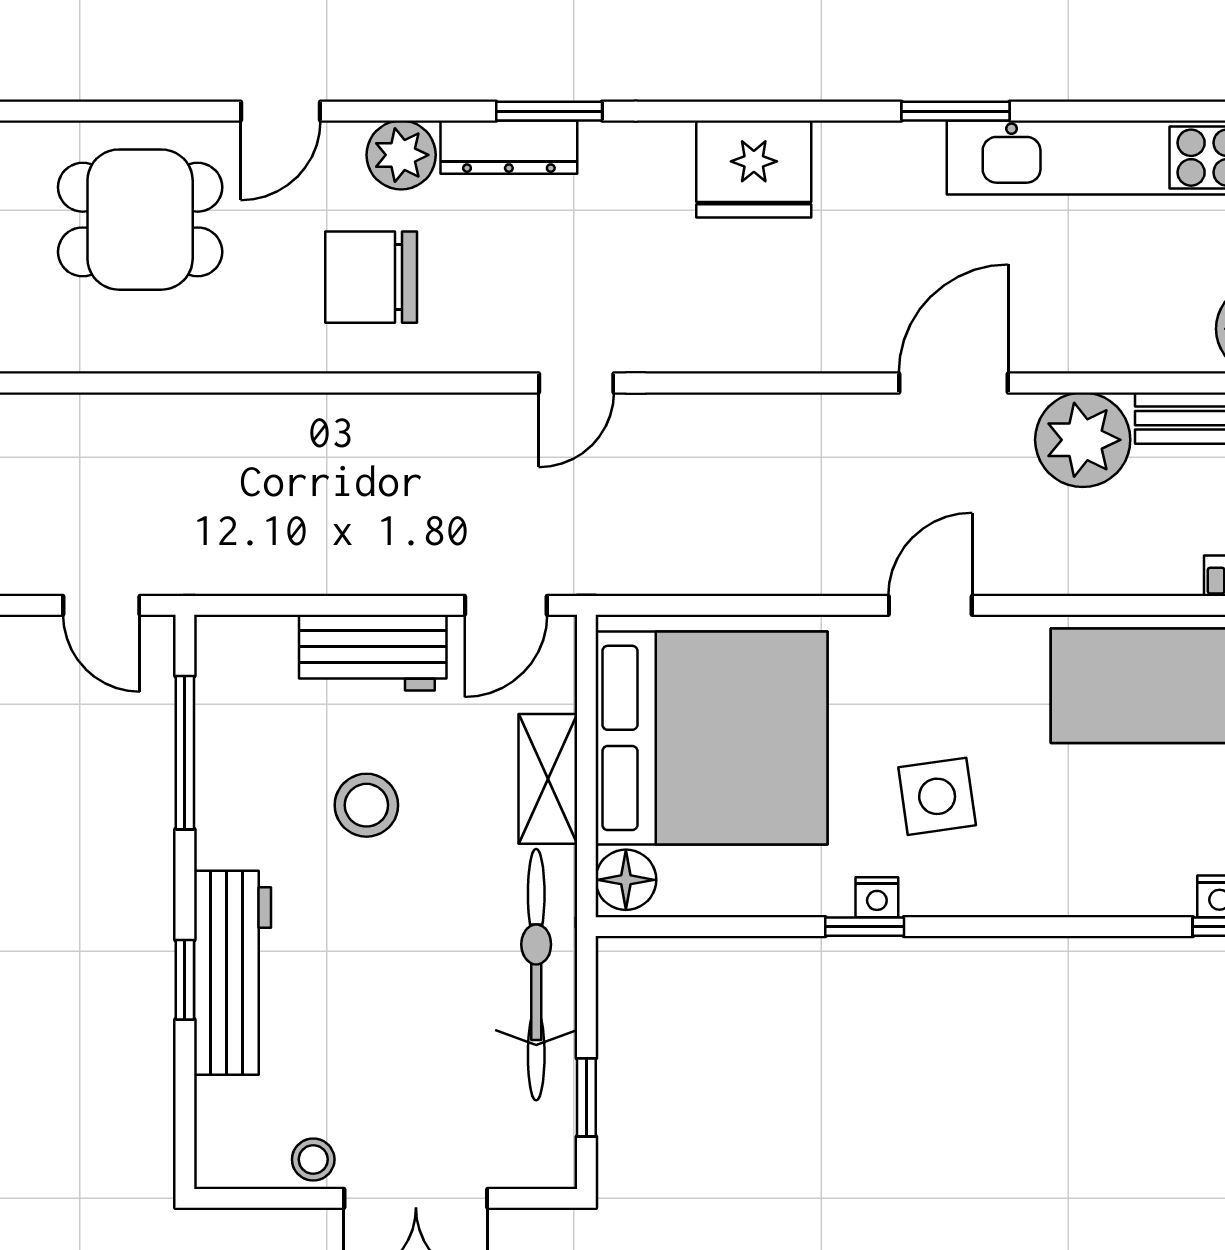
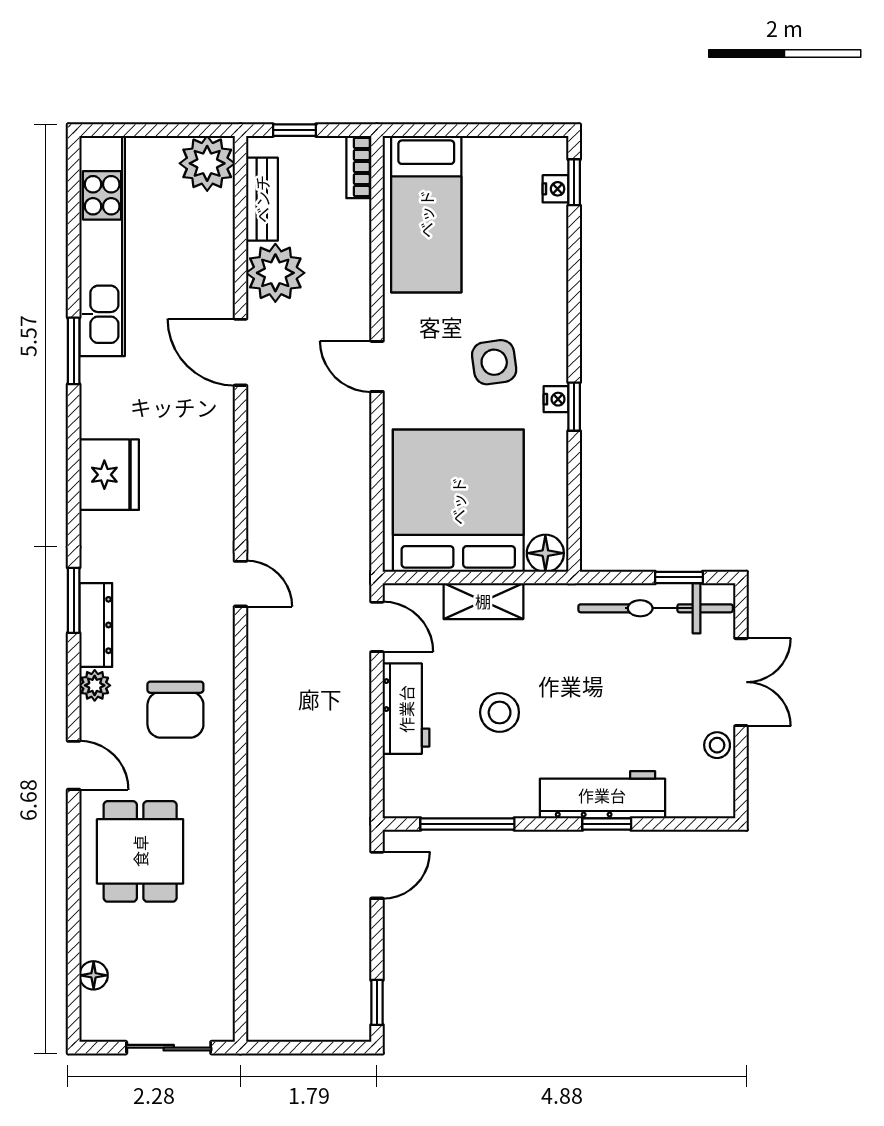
plant: (401, 155) -> (95, 685), width x0.73, depth x0.73
bicycle: (536, 975) -> (656, 608), moved

